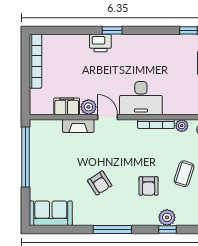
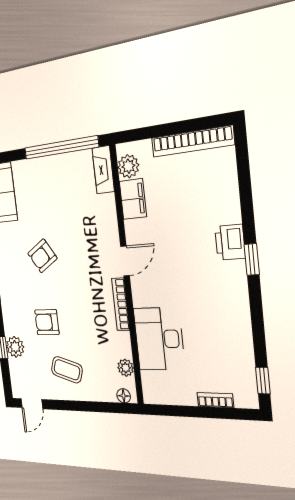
desk: (141, 98) -> (159, 339), moved
plant: (88, 107) -> (128, 166), moved
bookcase: (156, 124) -> (121, 304), moved
fireplace: (78, 126) -> (103, 170), moved

